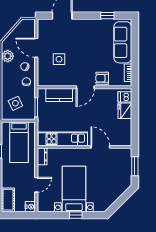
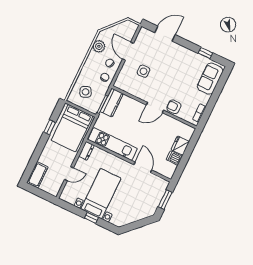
sofa: (123, 42) -> (210, 79), width x0.73
kitchen counter: (59, 95) -> (112, 103), moved, turned -90
dishwasher: (125, 97) -> (174, 158), moved
bed: (19, 142) -> (72, 128), width x1.50
nightstand: (30, 207) -> (54, 191), removed

